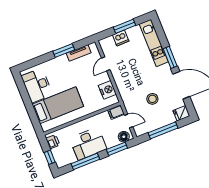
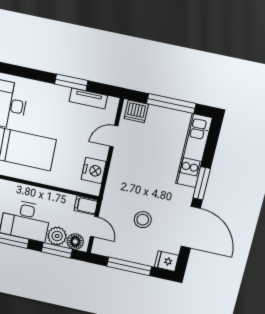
window: (124, 26) -> (171, 104), width x1.44
dishwasher: (121, 38) -> (136, 111), moved
plant: (112, 140) -> (57, 236), added

